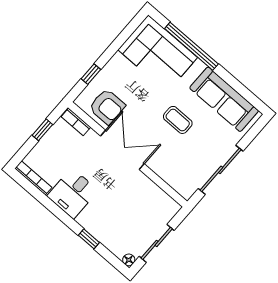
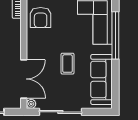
double door: (122, 150) -> (24, 79), moved
plant: (187, 192) -> (31, 104), added

